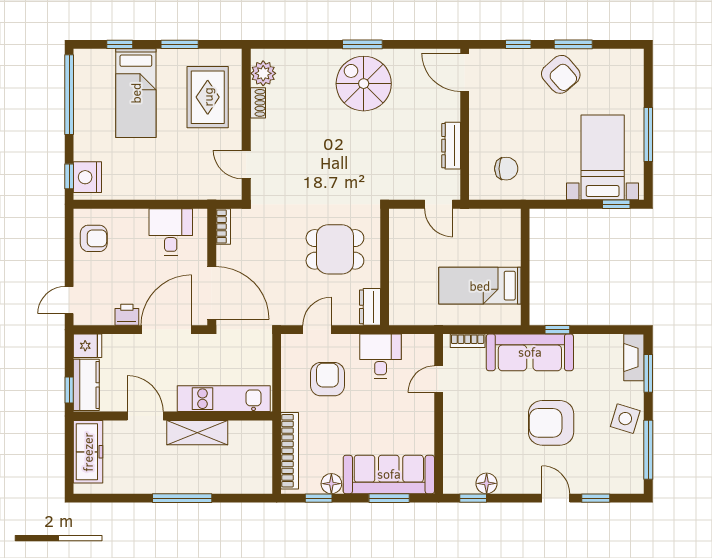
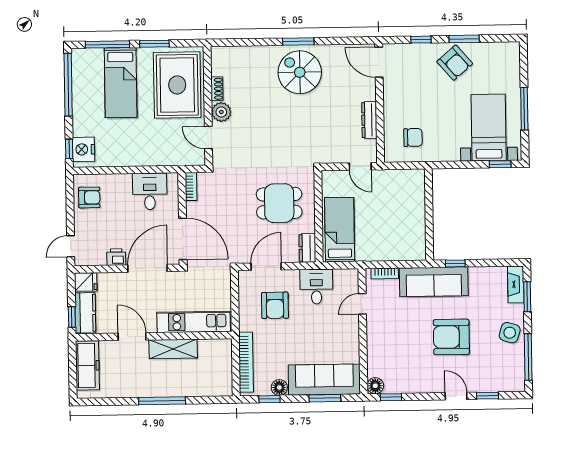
window: (120, 44) -> (107, 44), width x2.17
plant: (263, 73) -> (221, 112), moved
rug: (208, 97) -> (177, 85), width x1.37, depth x1.44
bed: (480, 286) -> (340, 230), moved, turned 90
door: (317, 330) -> (266, 266), width x1.38
armchair: (327, 379) -> (275, 305), turned 180
floor lamp: (487, 483) -> (375, 386), moved

